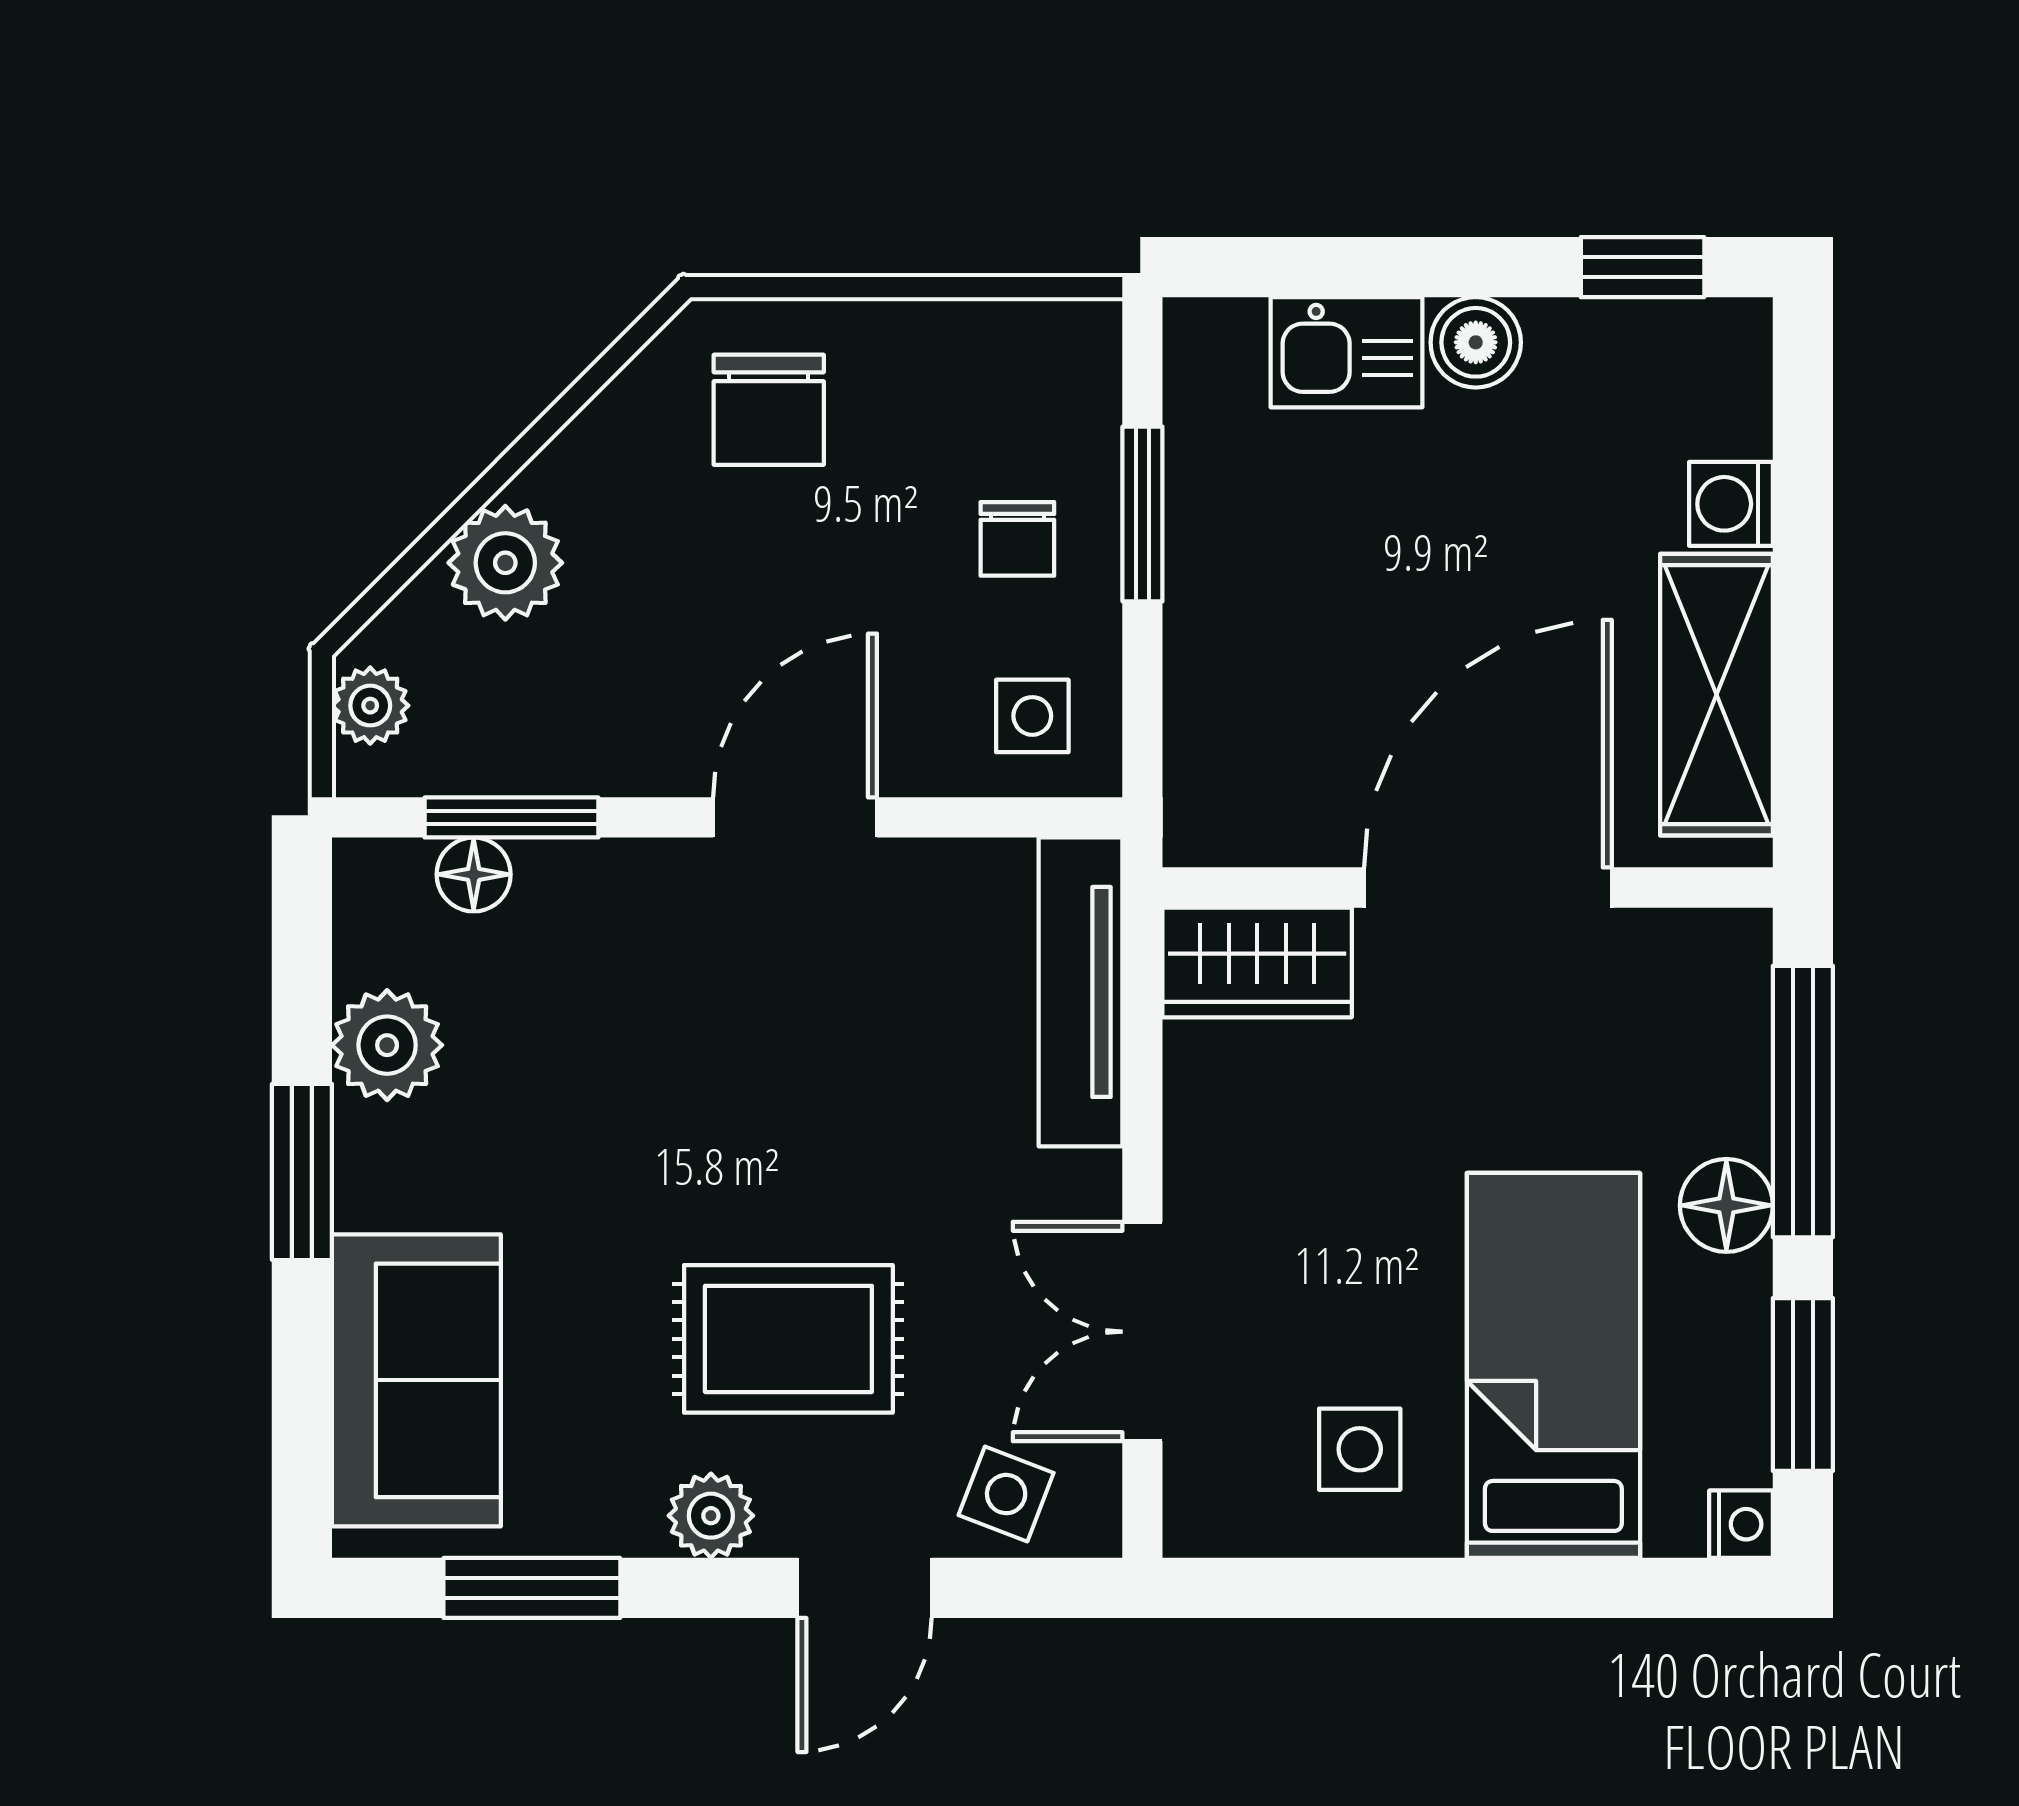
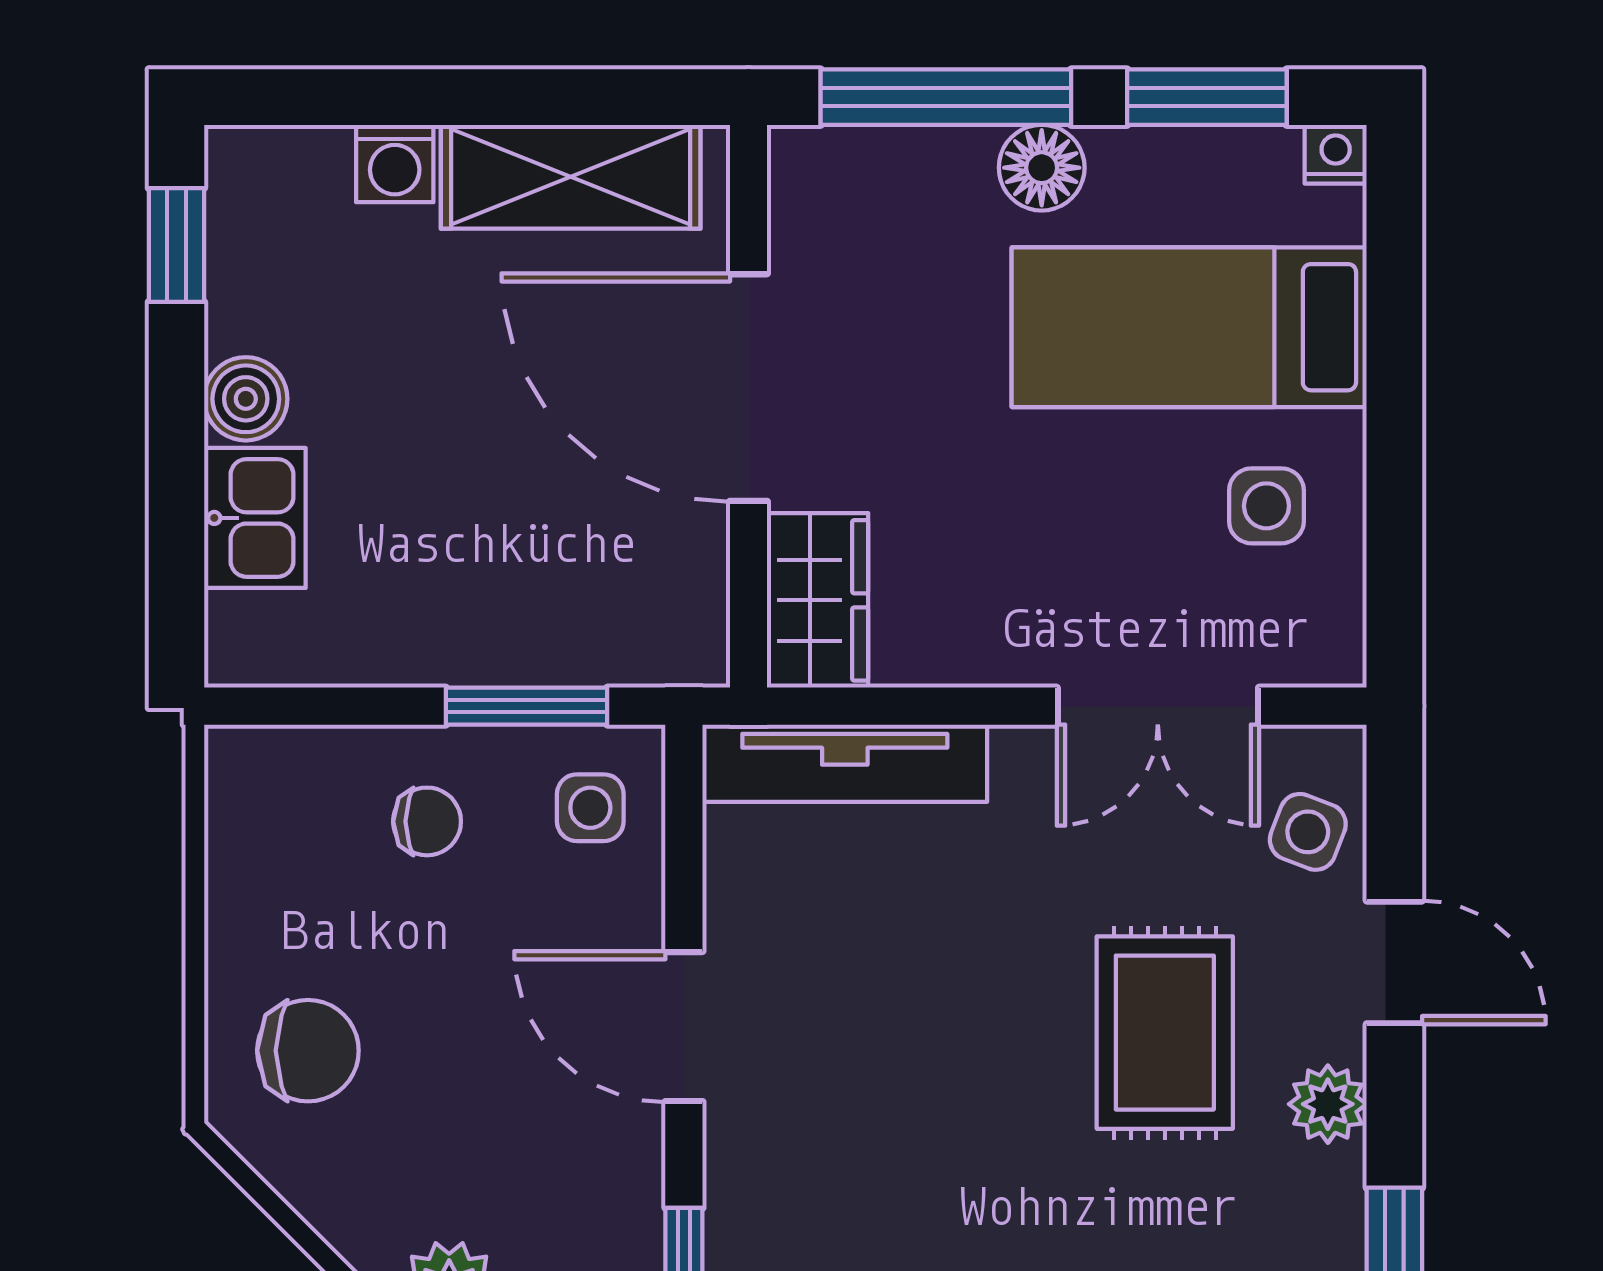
window: (1142, 514) -> (527, 706), moved

